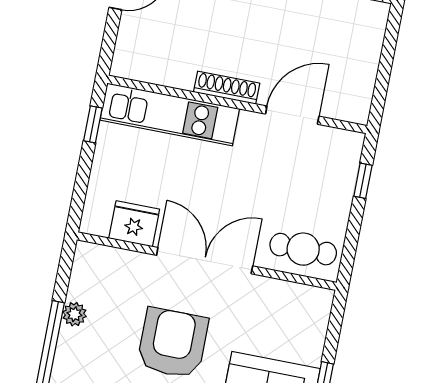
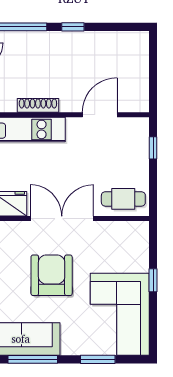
shoe rack: (227, 88) -> (38, 105), moved

